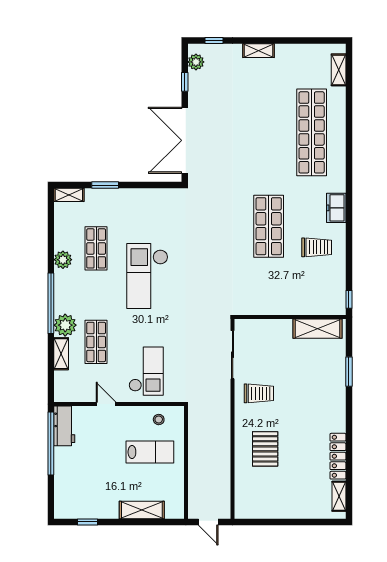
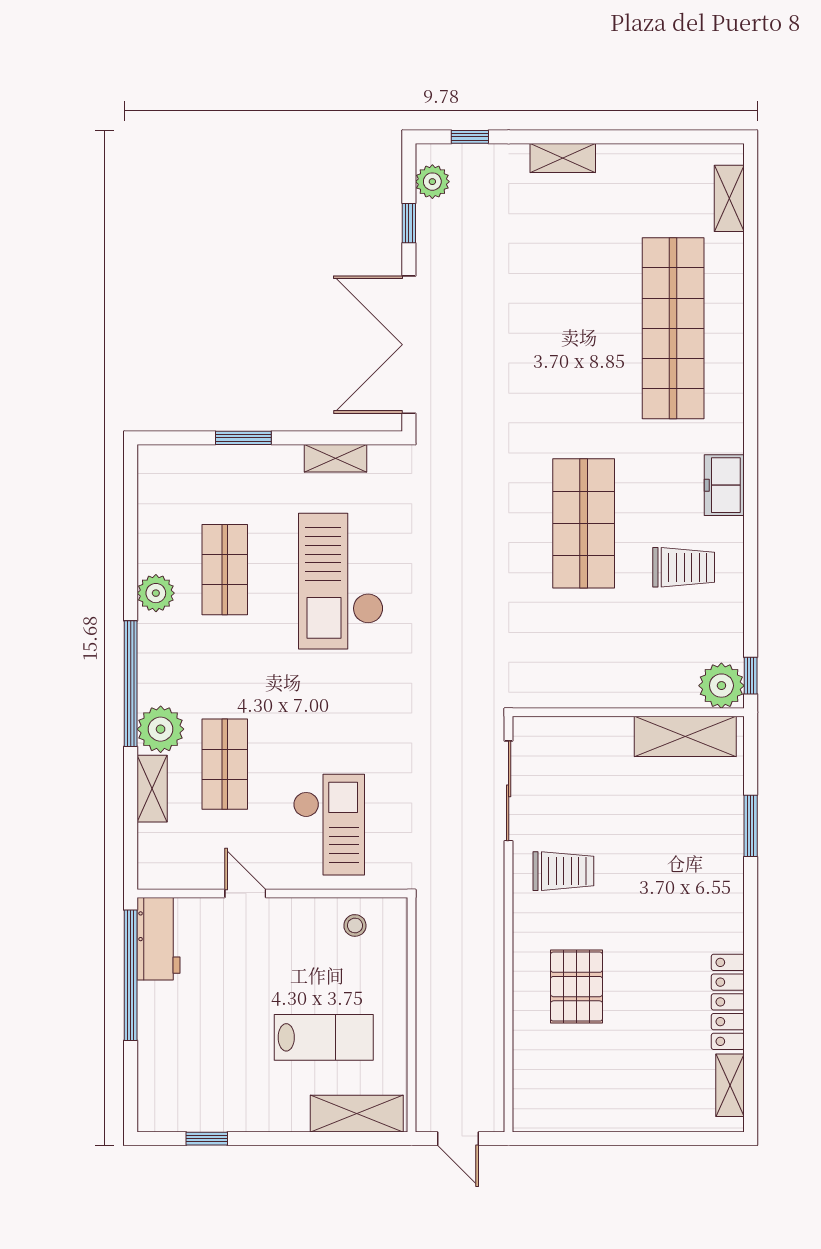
shelving: (69, 195) -> (336, 458), moved
checkout: (147, 276) -> (341, 581), moved
plant: (335, 304) -> (721, 686), added
lab bench: (150, 452) -> (324, 1037), moved
shelving: (142, 510) -> (357, 1114), moved

